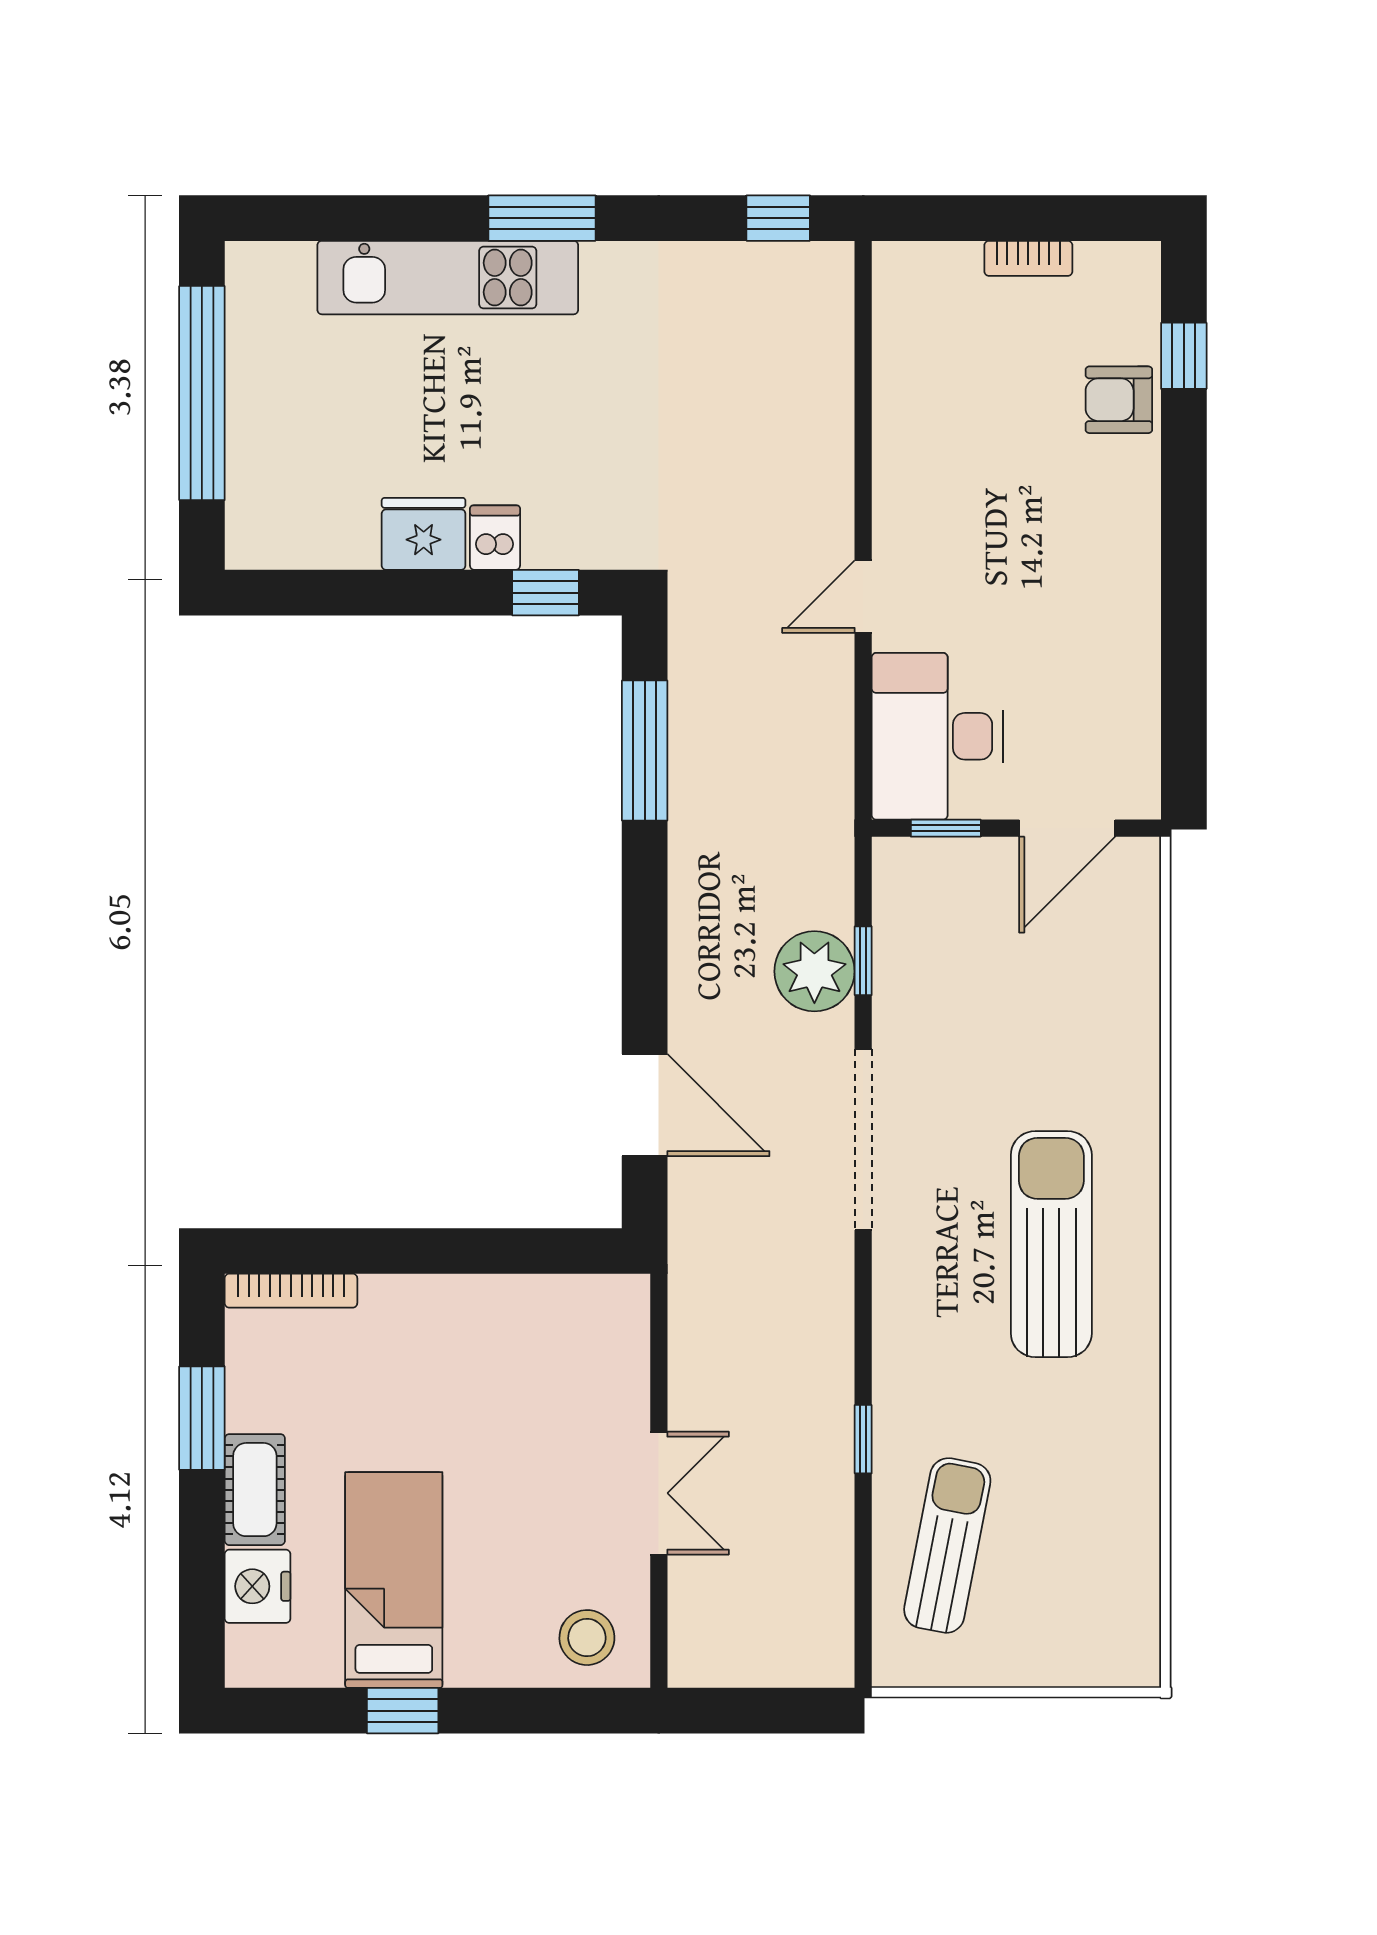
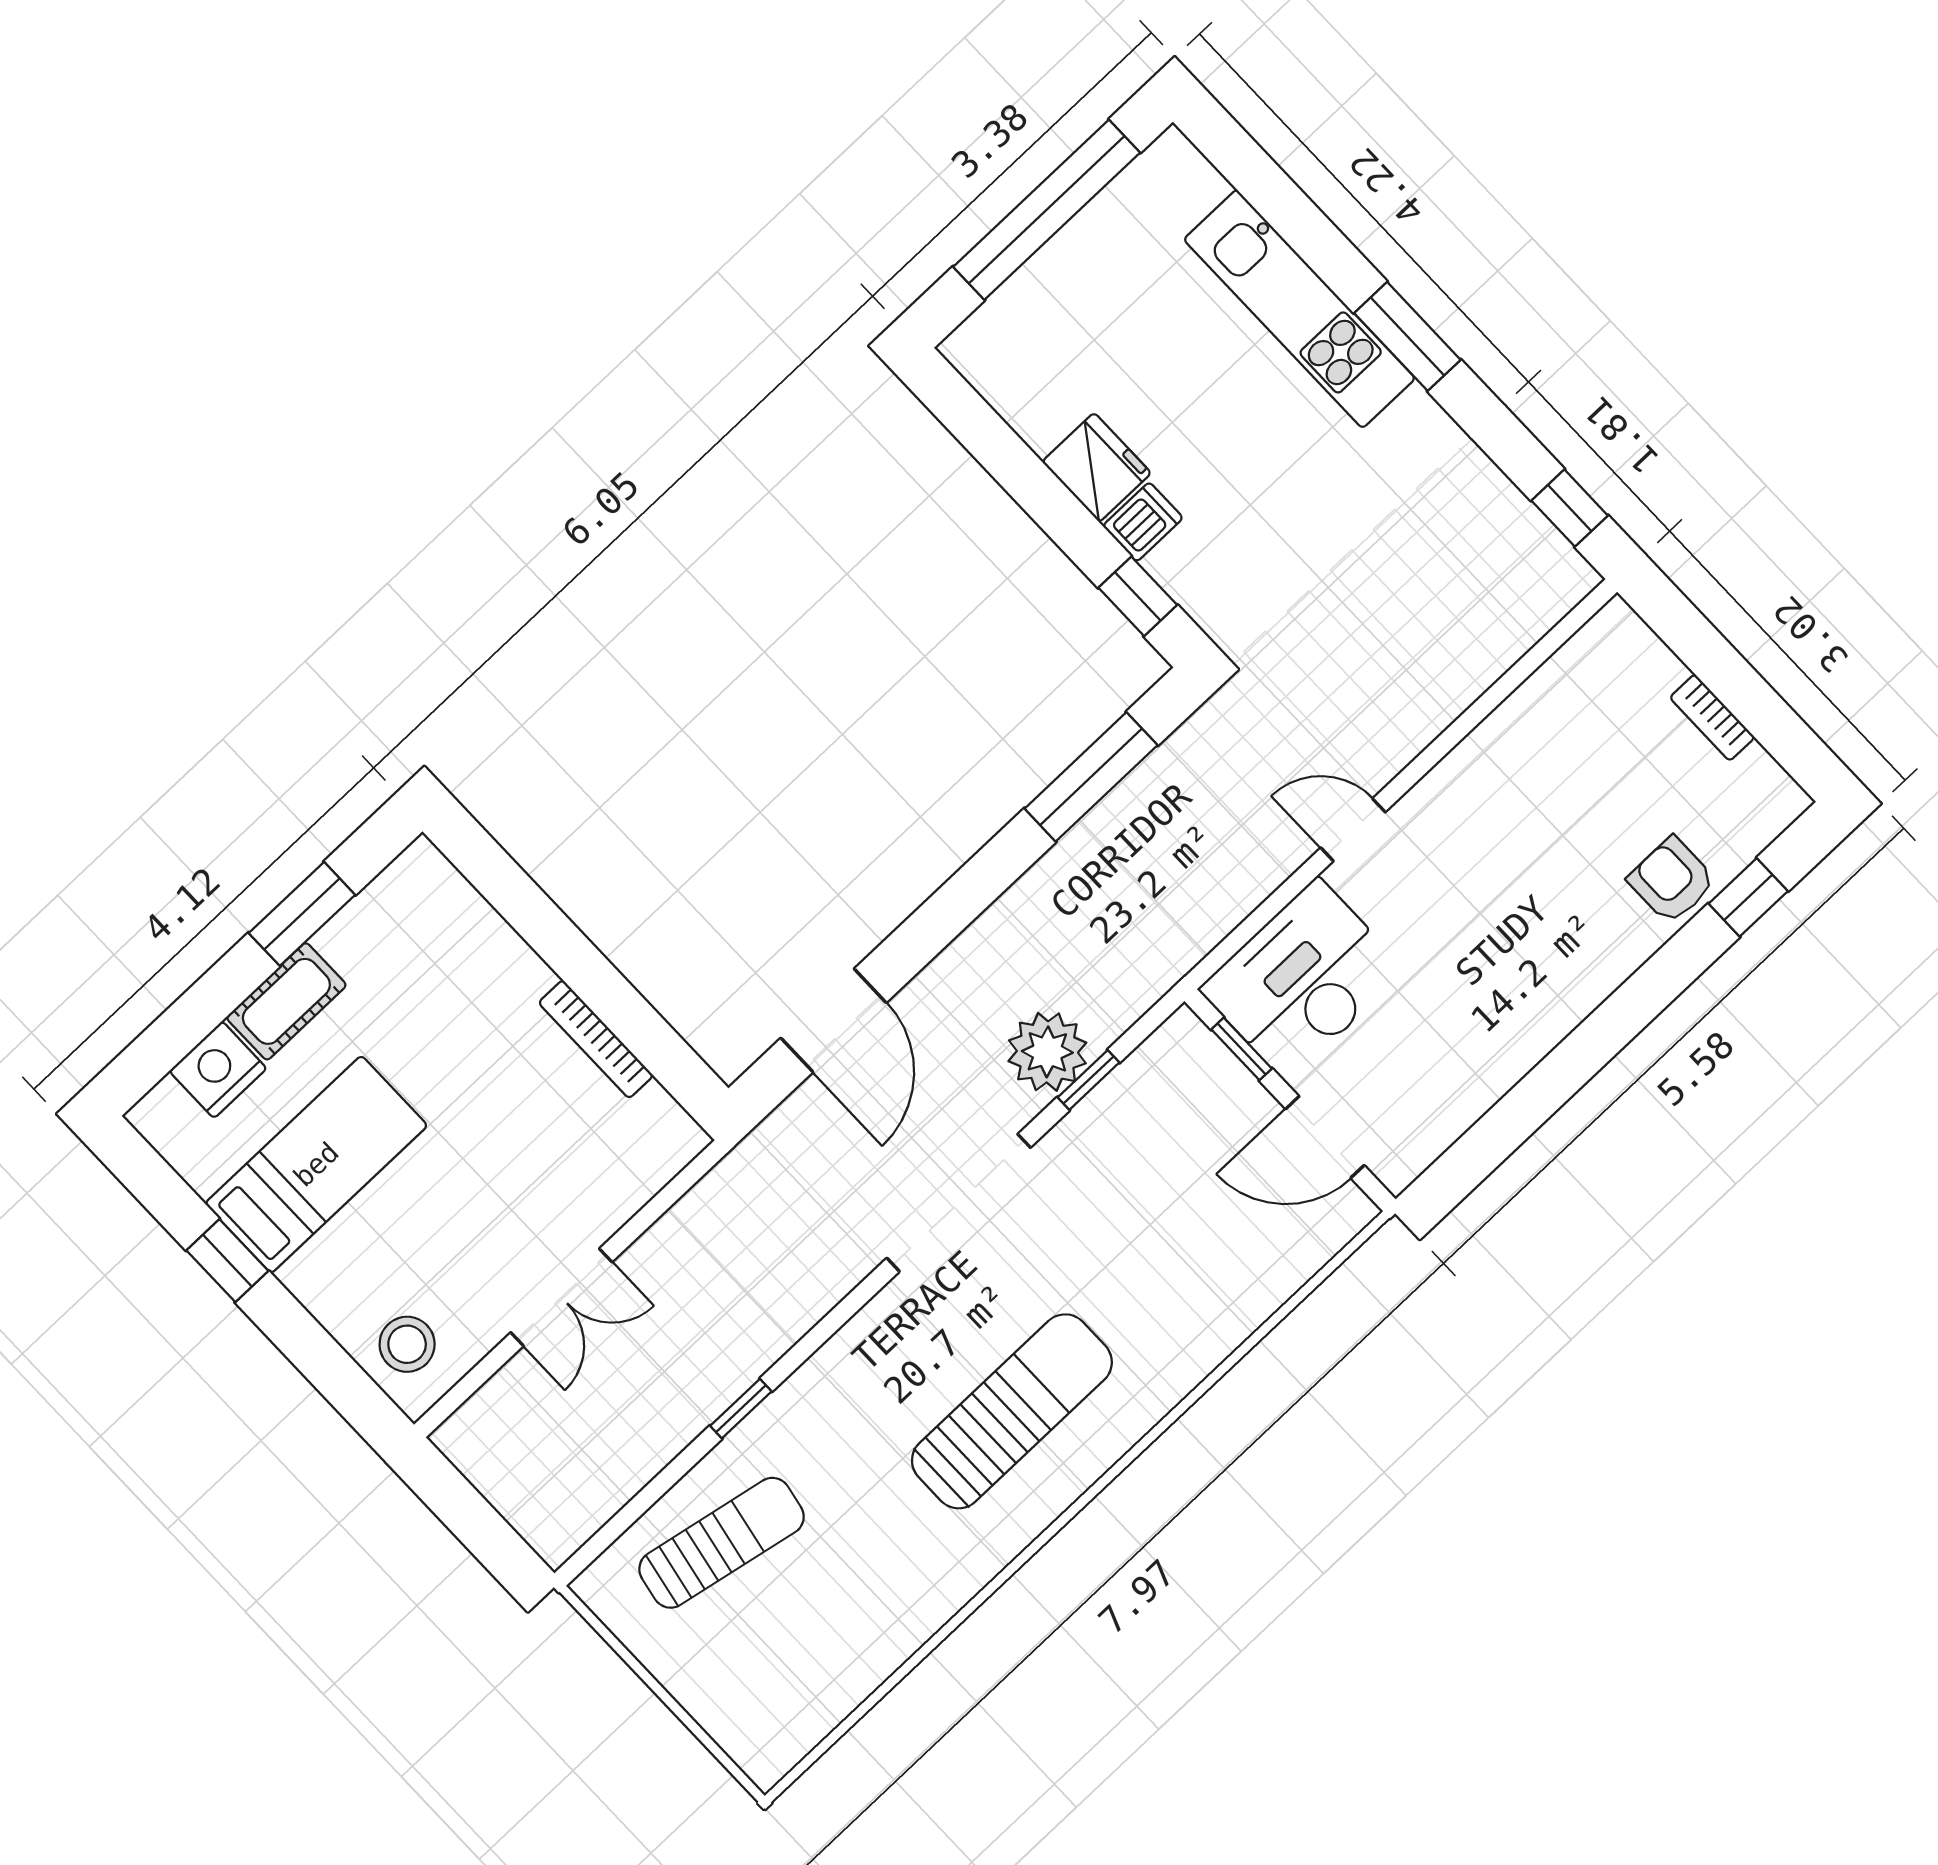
bookcase: (291, 1291) -> (596, 1039), moved

